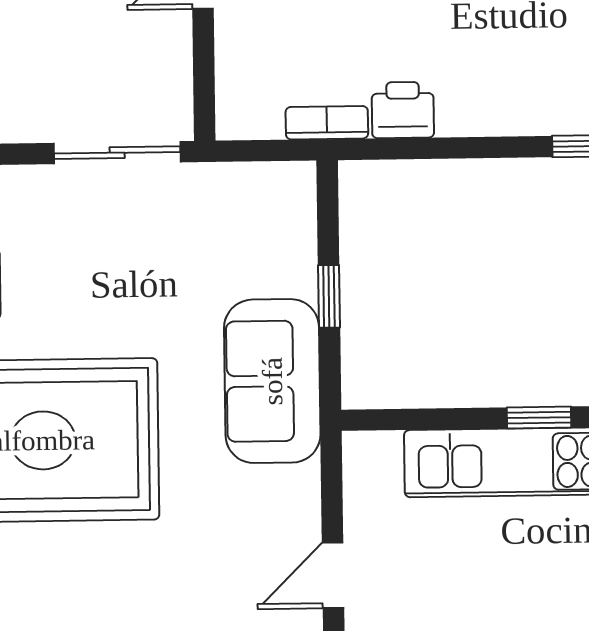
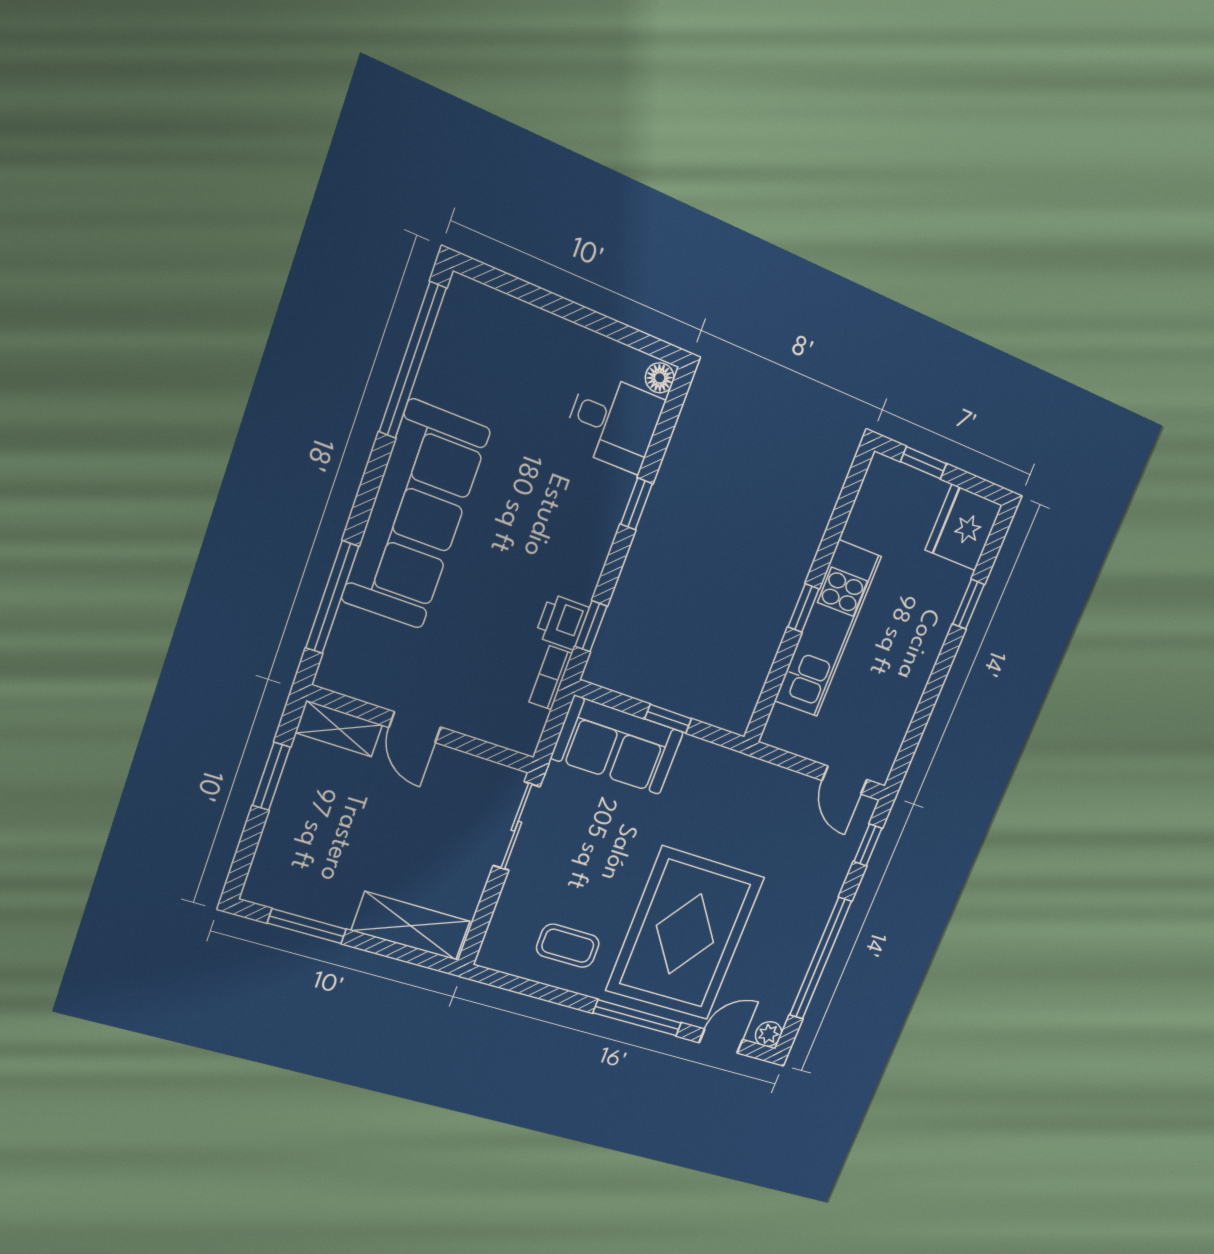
window: (411, 149) -> (591, 626), added
sofa: (272, 381) -> (617, 745), moved

